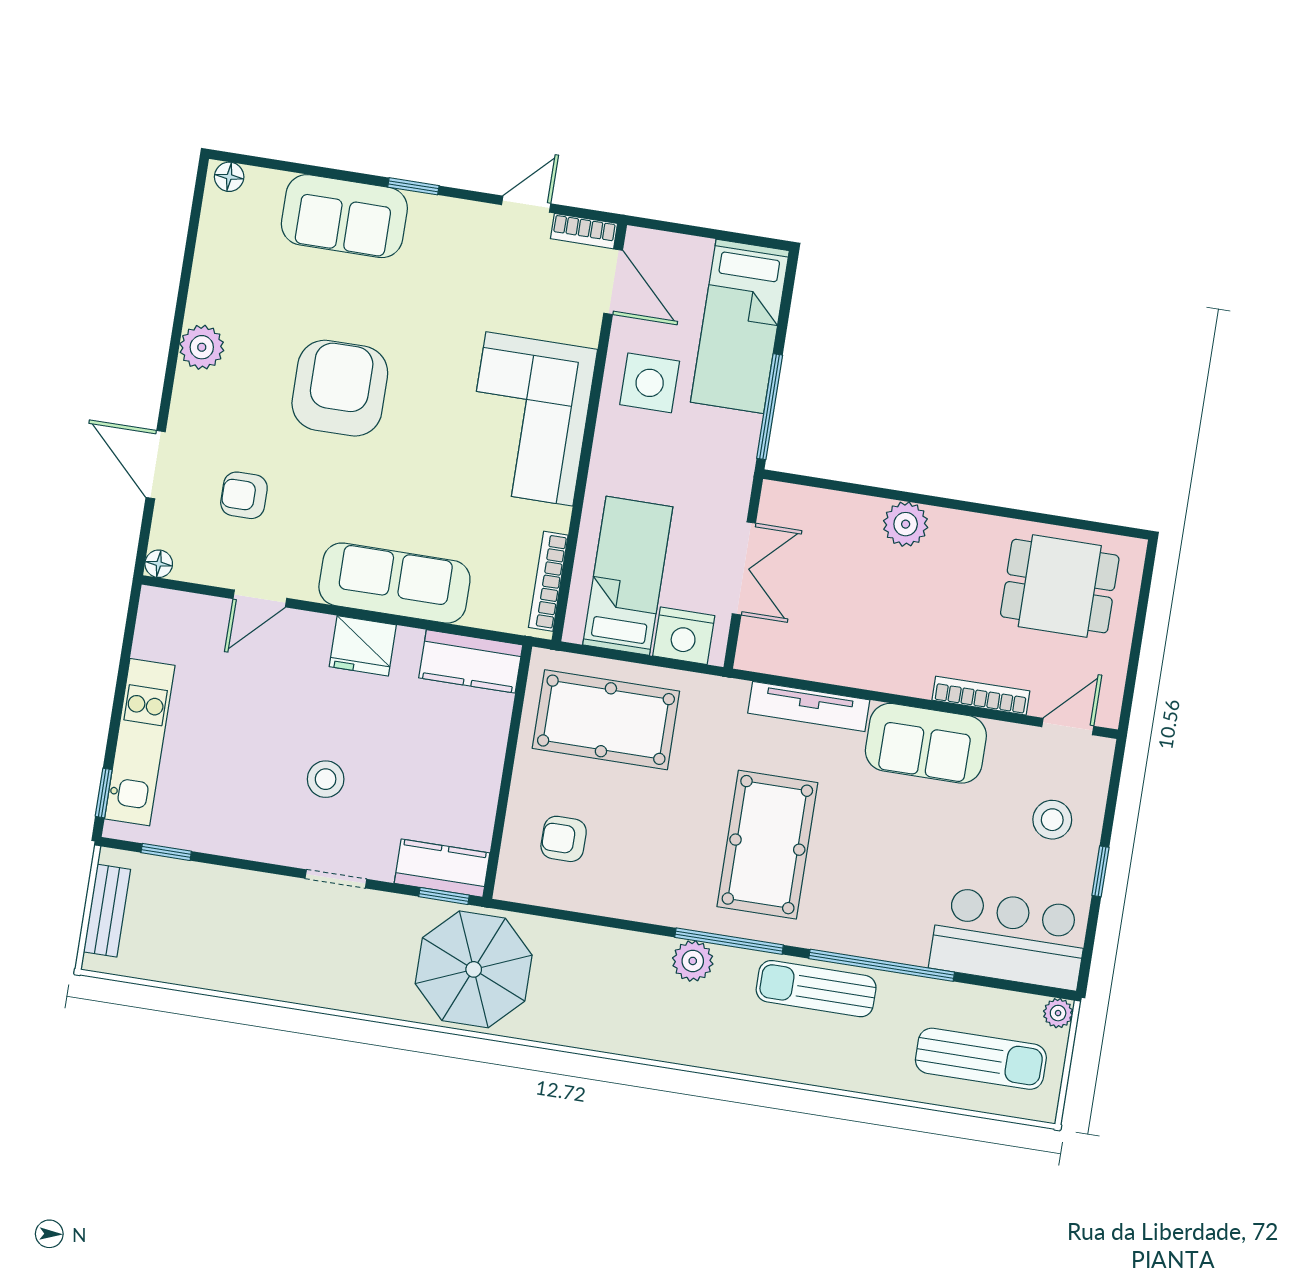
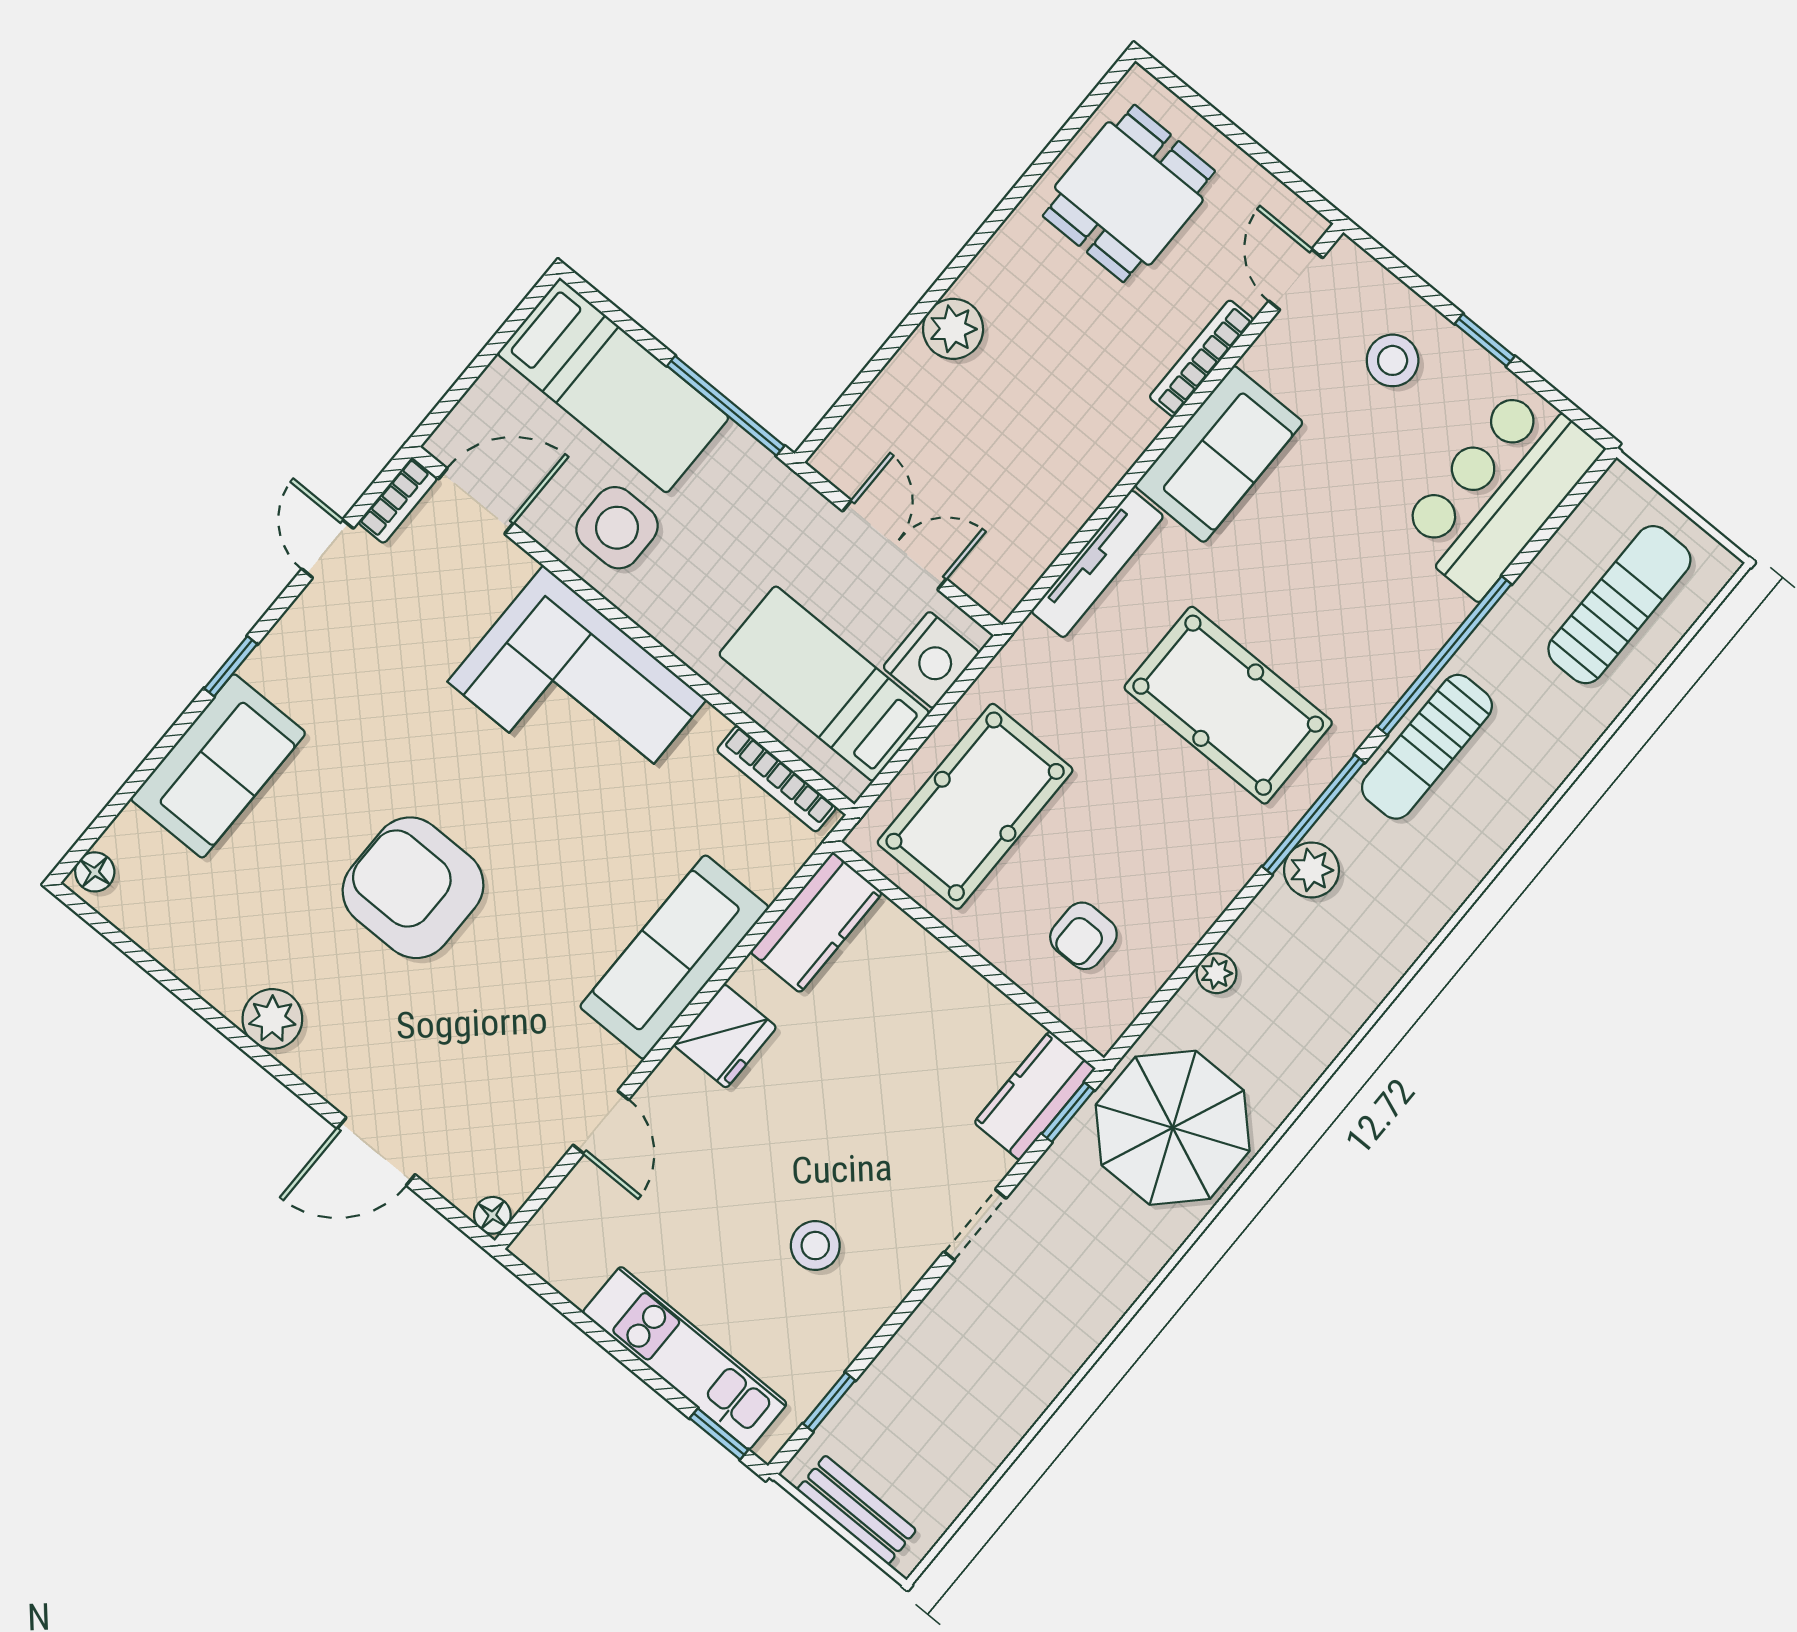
armchair: (244, 495) -> (471, 1071), removed
stool: (326, 779) -> (815, 1246), moved
plant: (1058, 1013) -> (1217, 973), moved

